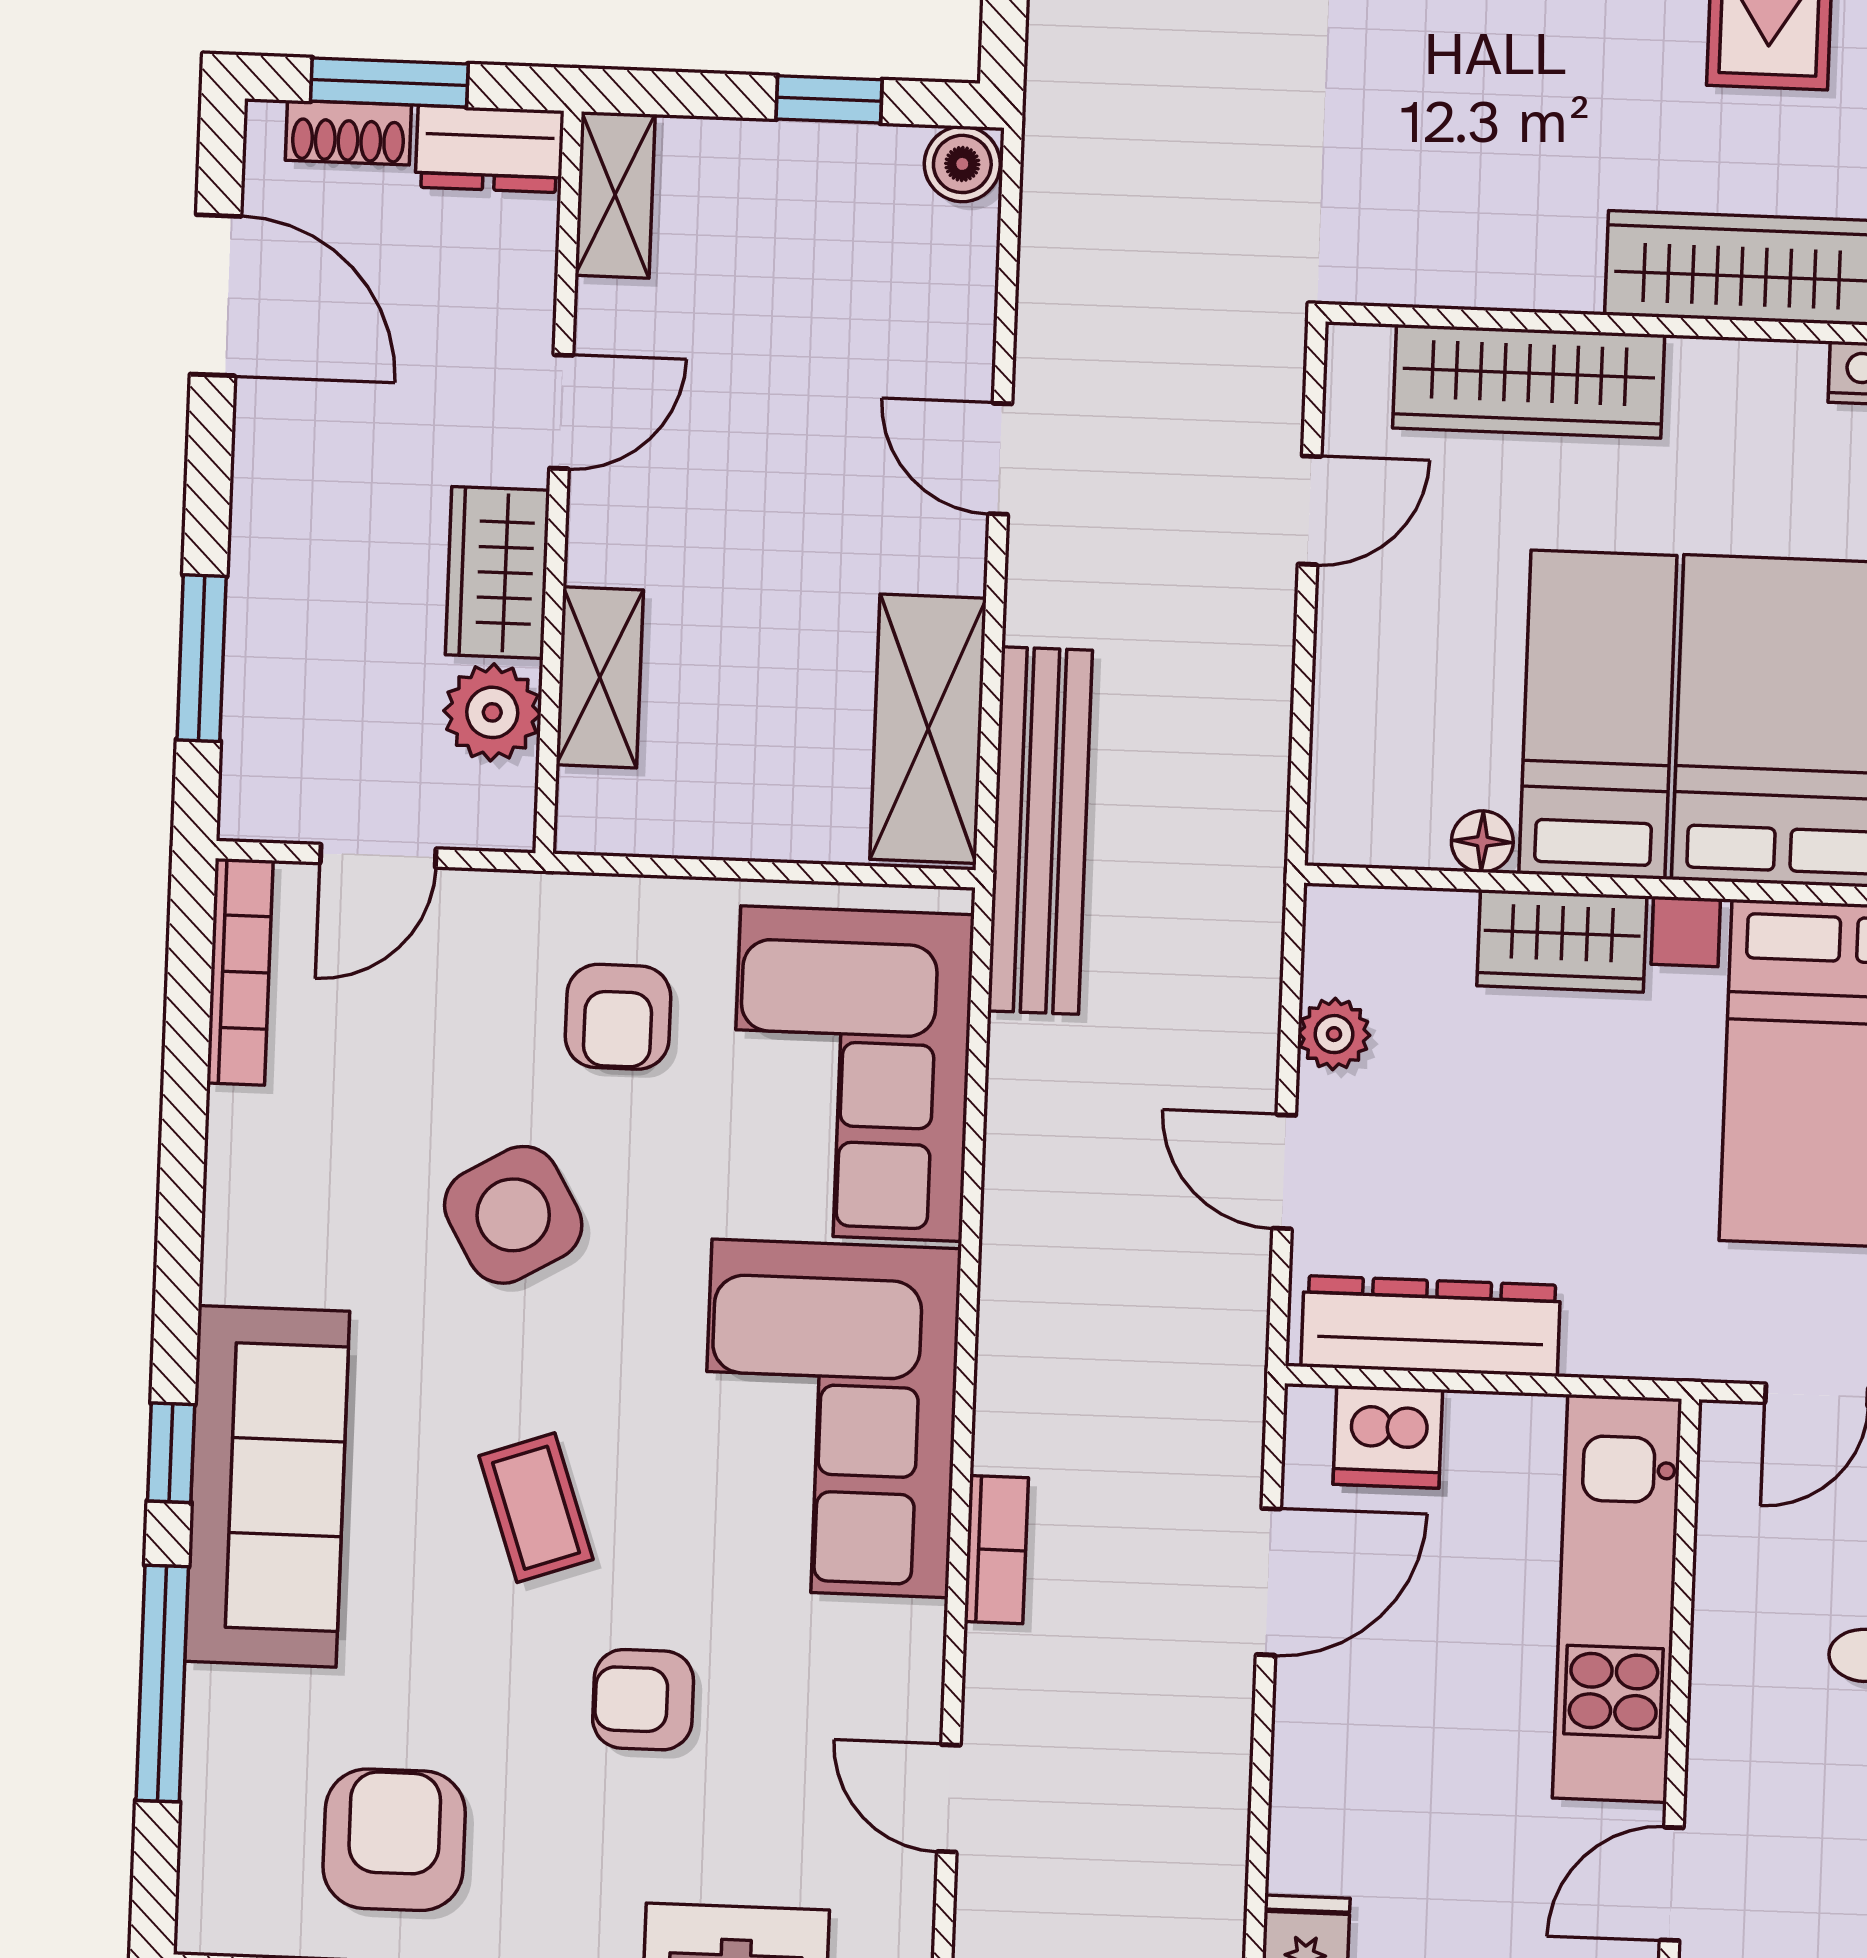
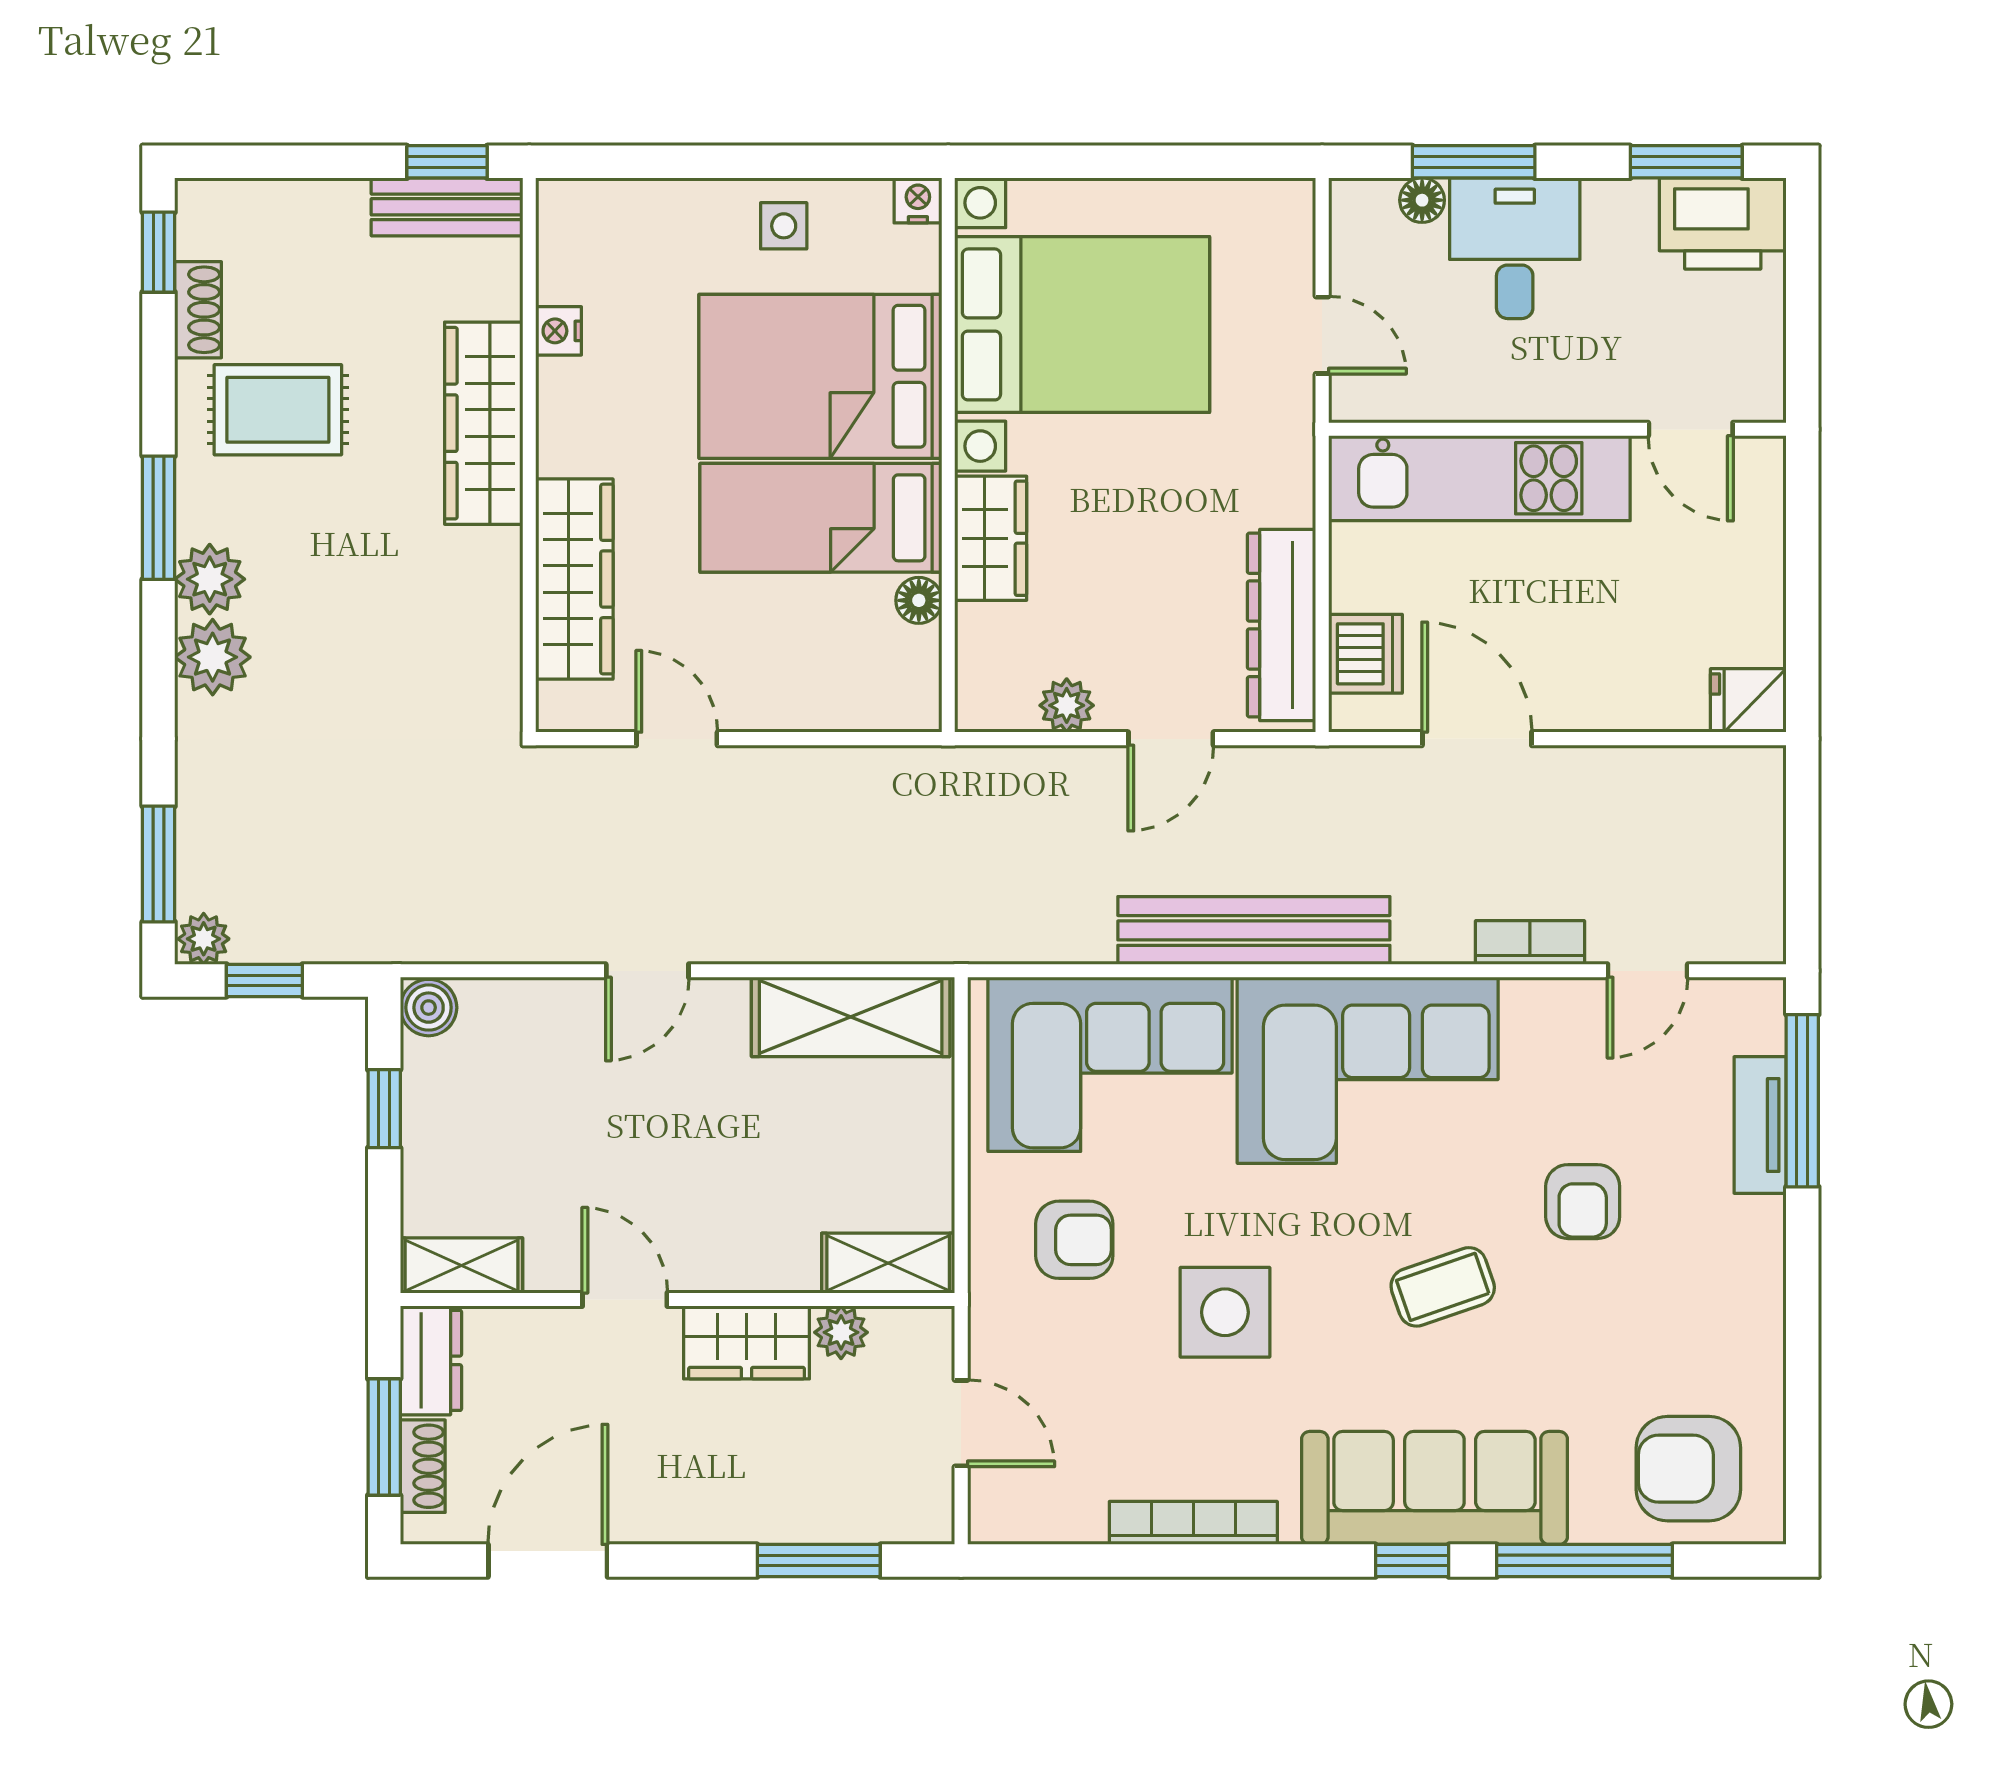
shelving: (600, 677) -> (888, 1263), moved
plant: (492, 712) -> (841, 1332), width x0.73, depth x0.73
bench: (1040, 831) -> (1254, 930), moved
bookcase: (240, 972) -> (1193, 1523), moved
side table: (513, 1215) -> (1225, 1312), turned 30
bookcase: (996, 1550) -> (1530, 942), moved
armchair: (394, 1840) -> (1688, 1469), moved

